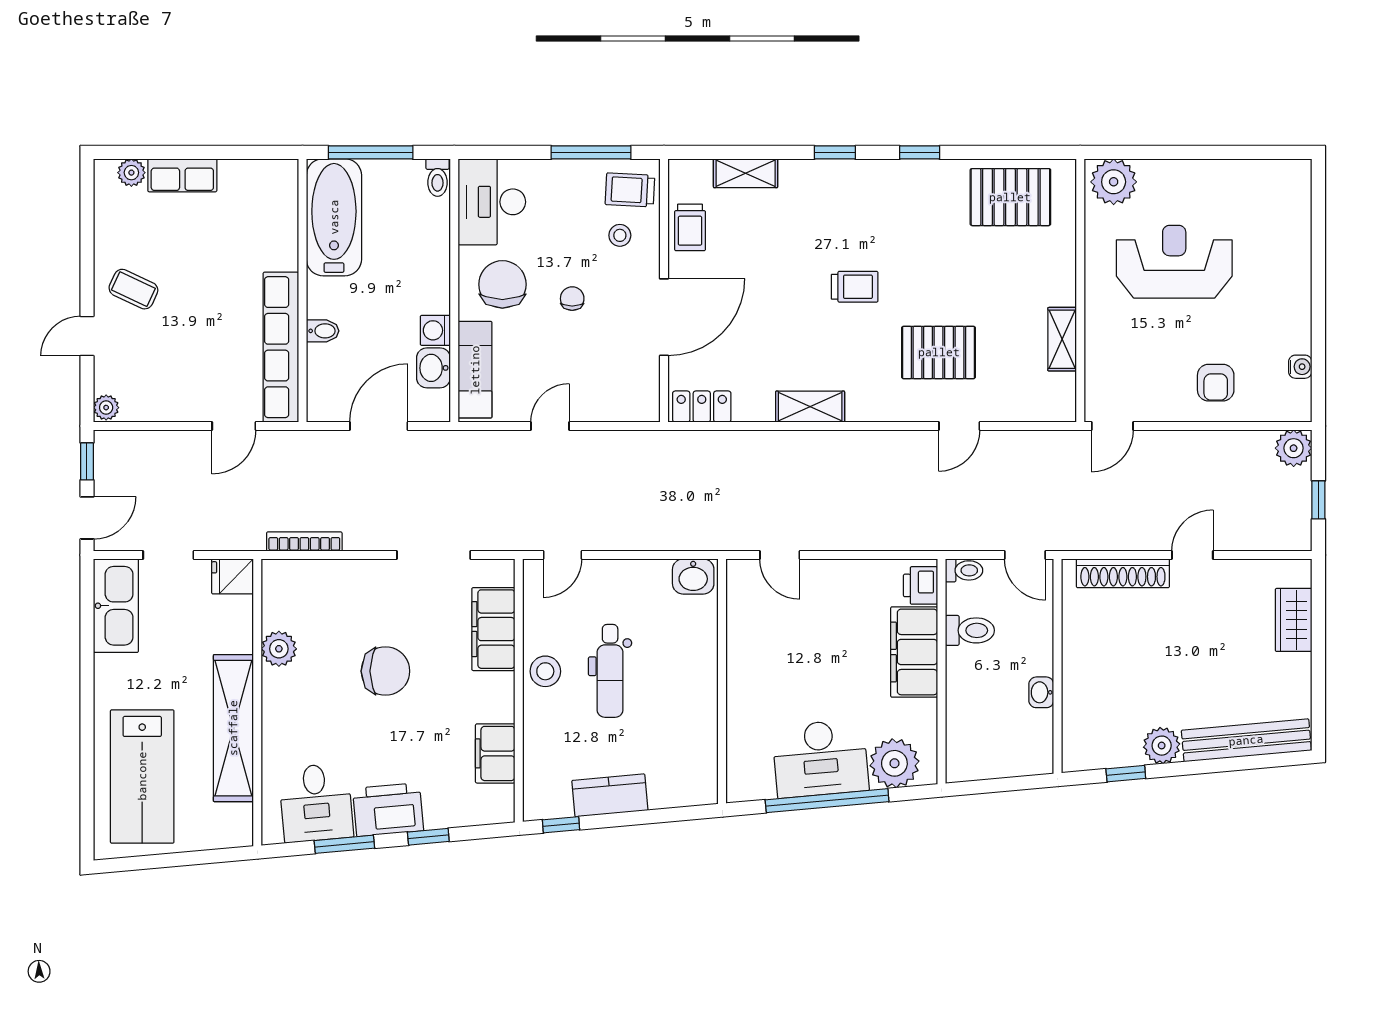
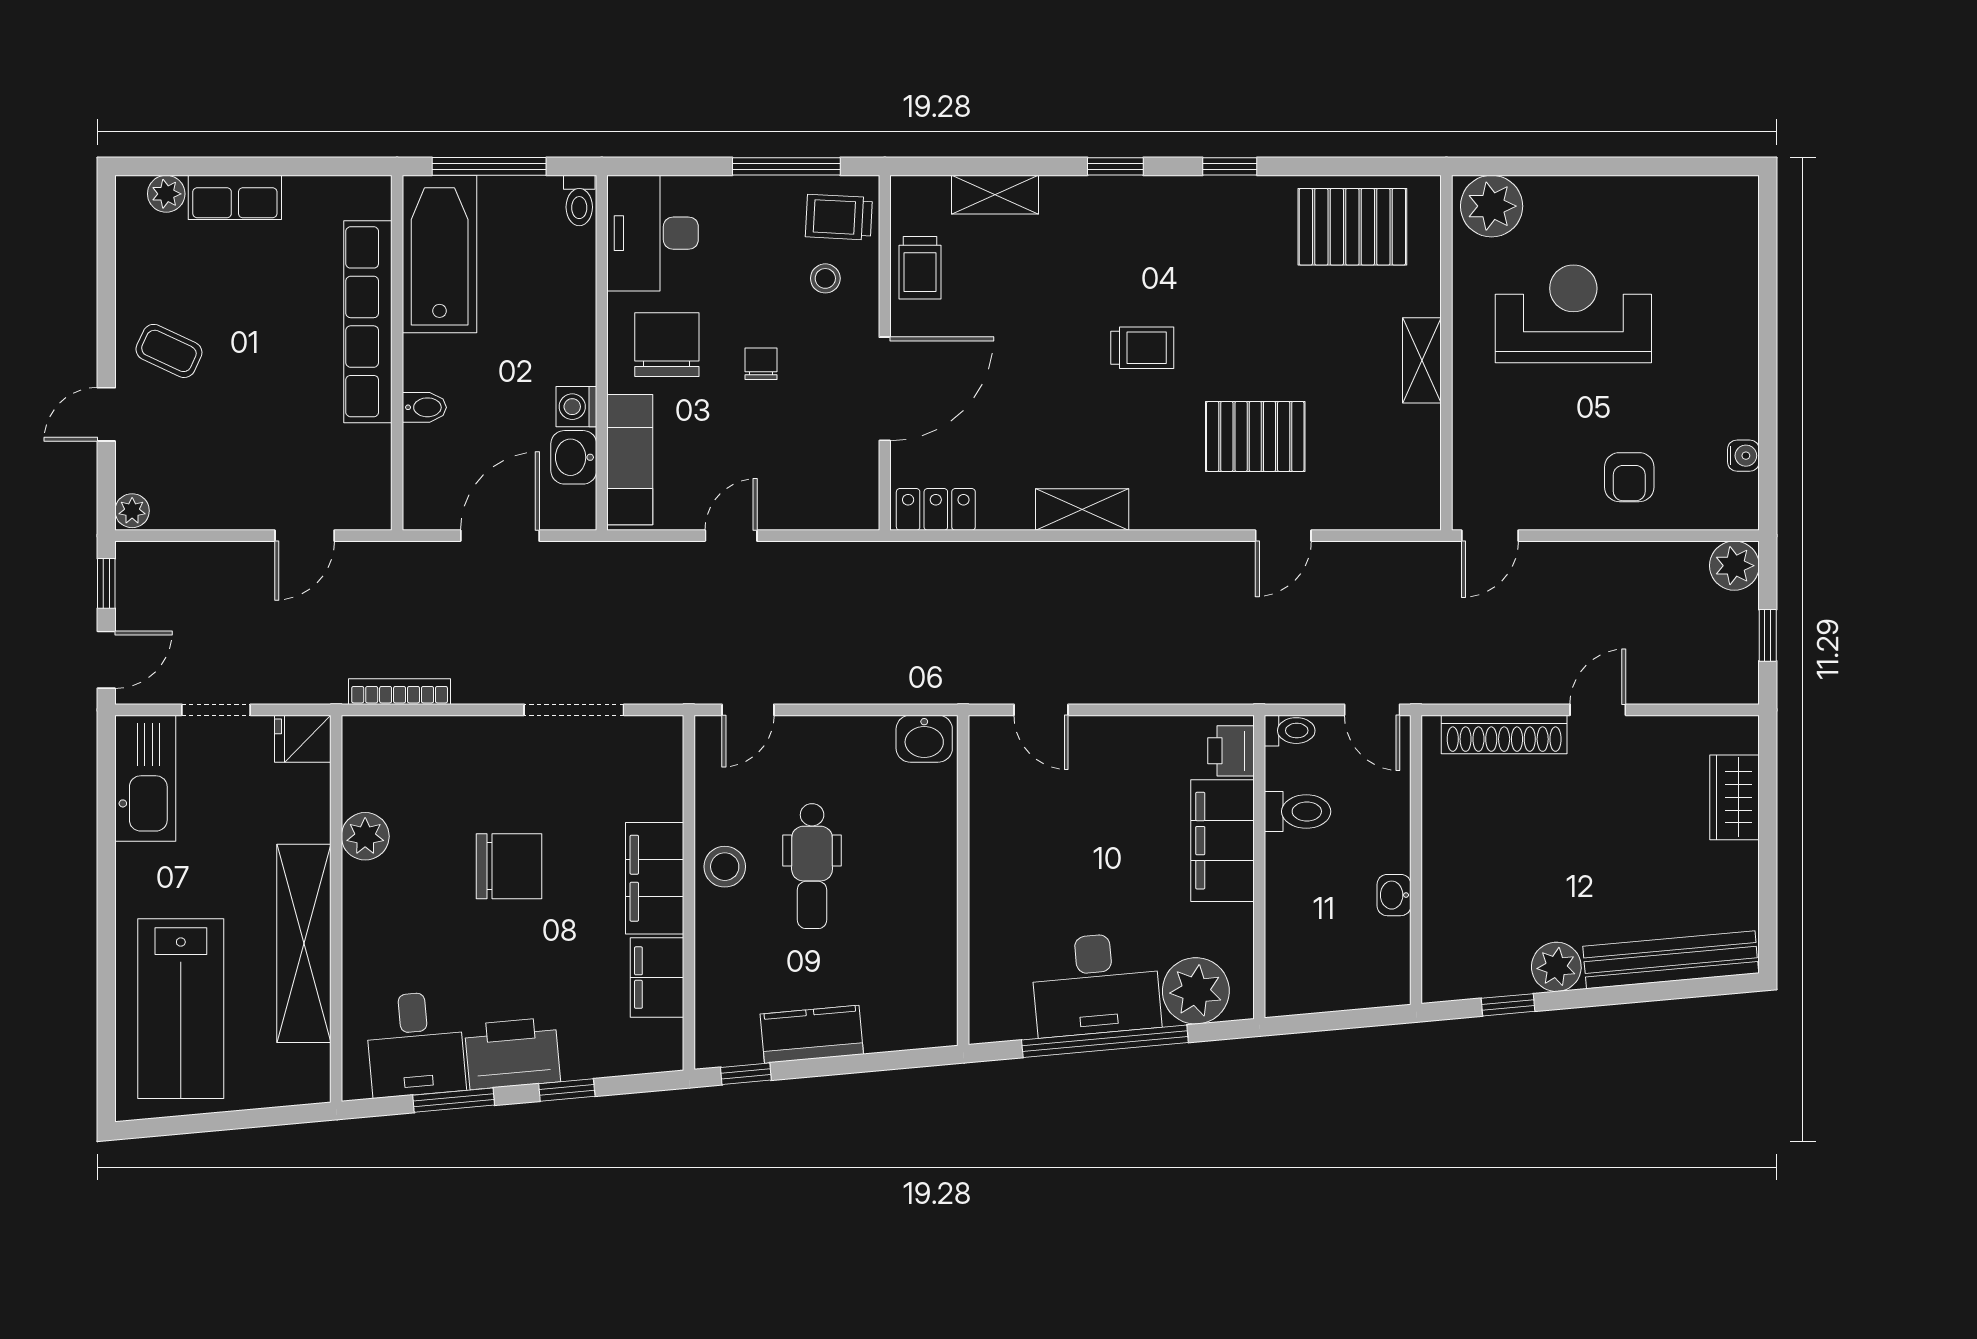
shelving: (1062, 339) -> (1422, 360), moved
row of seats: (281, 347) -> (368, 322), moved
filing cabinet: (493, 629) -> (655, 878), moved

